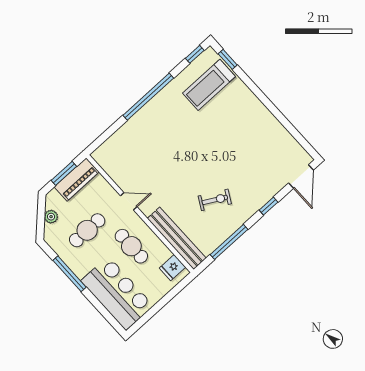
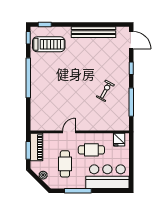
treadmill: (209, 85) -> (49, 44), turned -90
bench: (177, 238) -> (94, 32), moved

